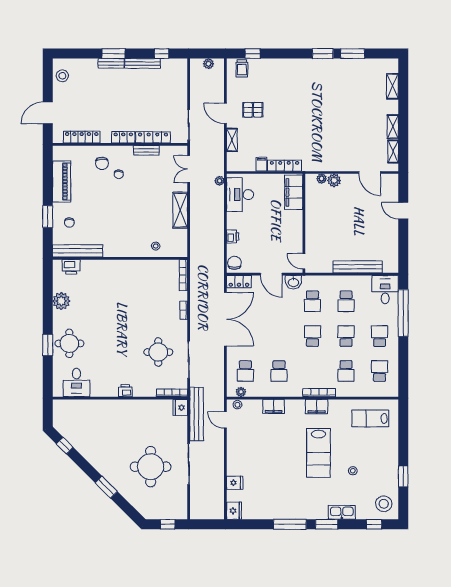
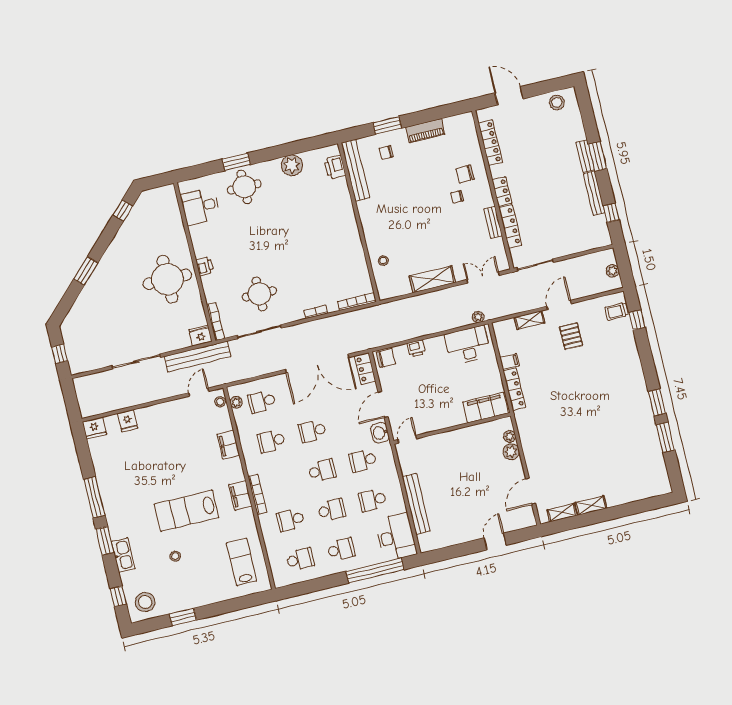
shelving: (392, 86) -> (638, 494), removed
piano: (62, 182) -> (425, 131), width x0.73, depth x0.75
desk: (385, 290) -> (396, 537), width x1.37
school desk: (279, 336) -> (312, 431), added
round table: (151, 467) -> (167, 279), moved

